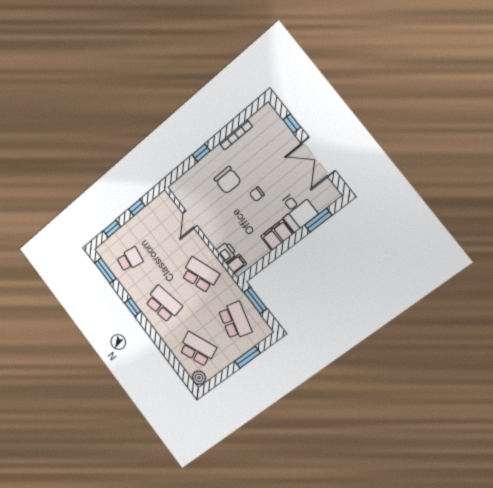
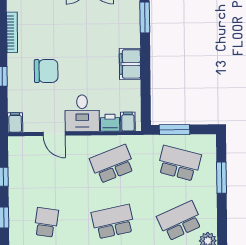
filing cabinet: (177, 187) -> (15, 122), added
chair: (257, 194) -> (80, 54), removed
desk: (296, 211) -> (82, 113), moved, turned 90

